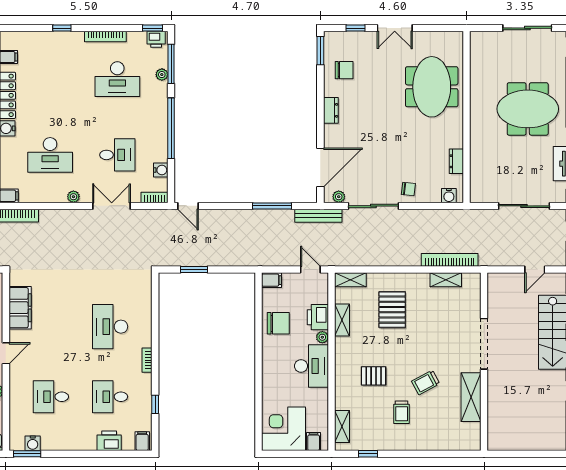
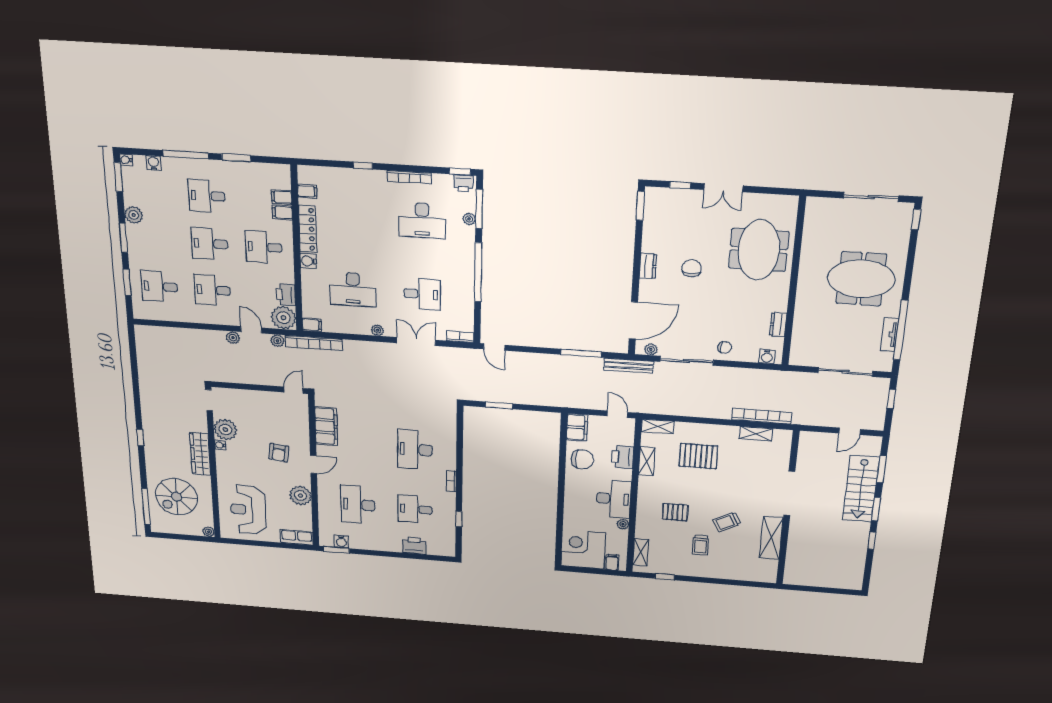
chair: (344, 70) -> (691, 268), moved, turned -90
water cooler: (161, 170) -> (467, 311), removed
filing cabinet: (272, 280) -> (577, 427), width x2.00
pallet: (392, 310) -> (698, 456), turned 90
plant: (322, 337) -> (623, 524), moved
desk: (51, 397) -> (358, 505), width x1.37
filing cabinet: (142, 441) -> (446, 548), removed

